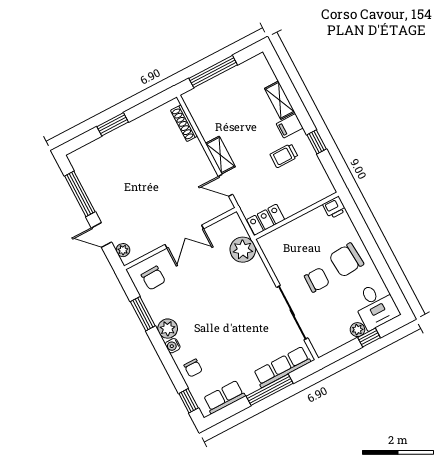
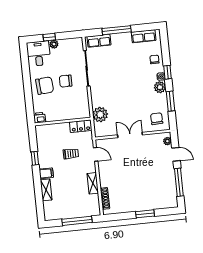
shelving: (220, 155) -> (93, 183), moved
trolley: (284, 156) -> (71, 154), moved
row of seats: (282, 367) -> (99, 41), width x0.68
window: (189, 401) -> (168, 72), moved

